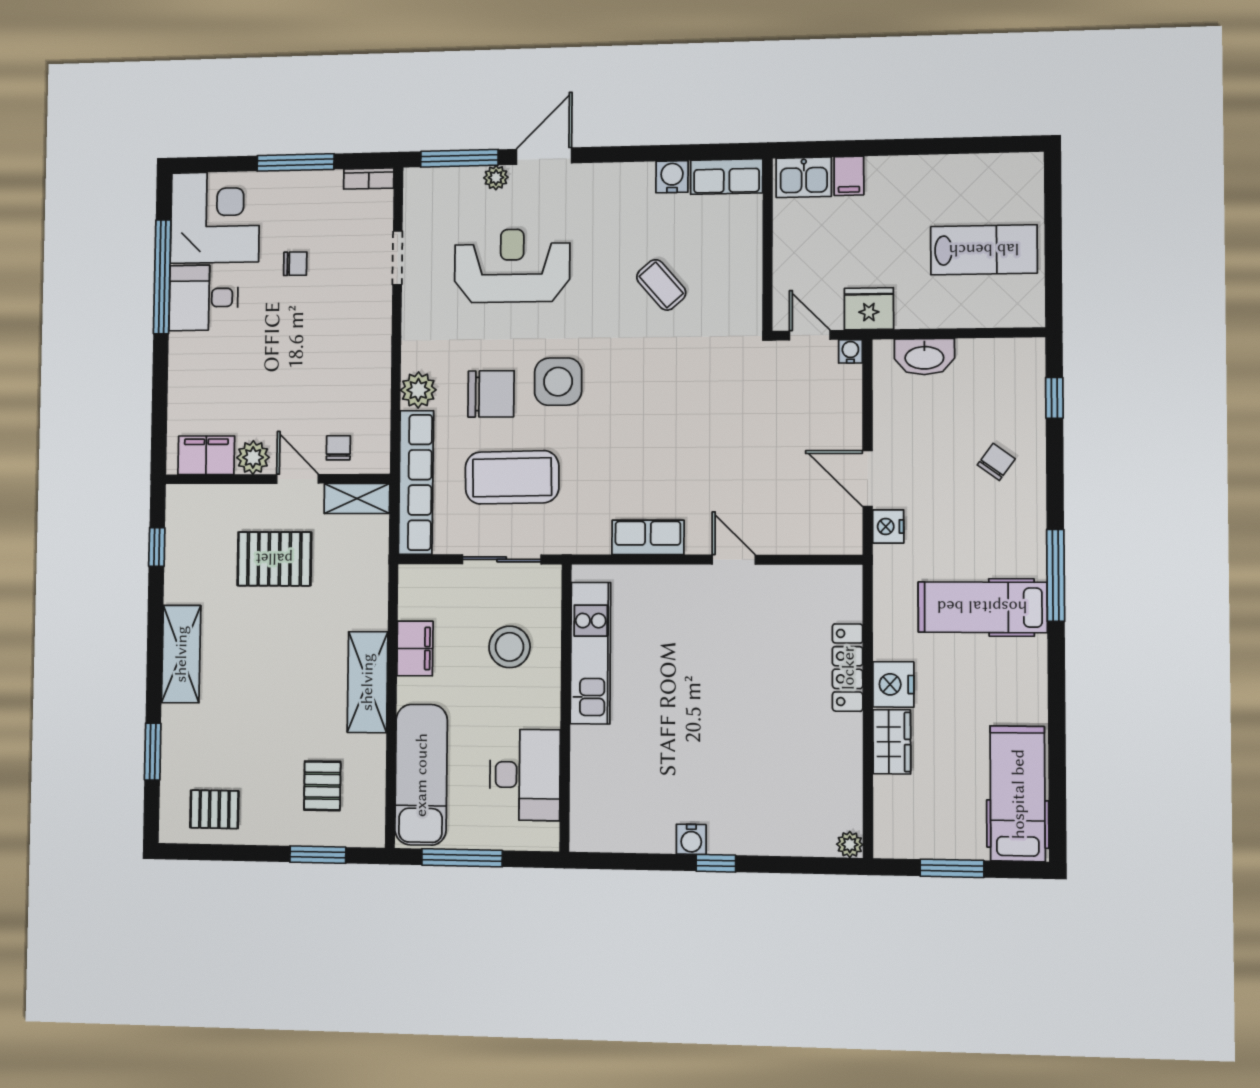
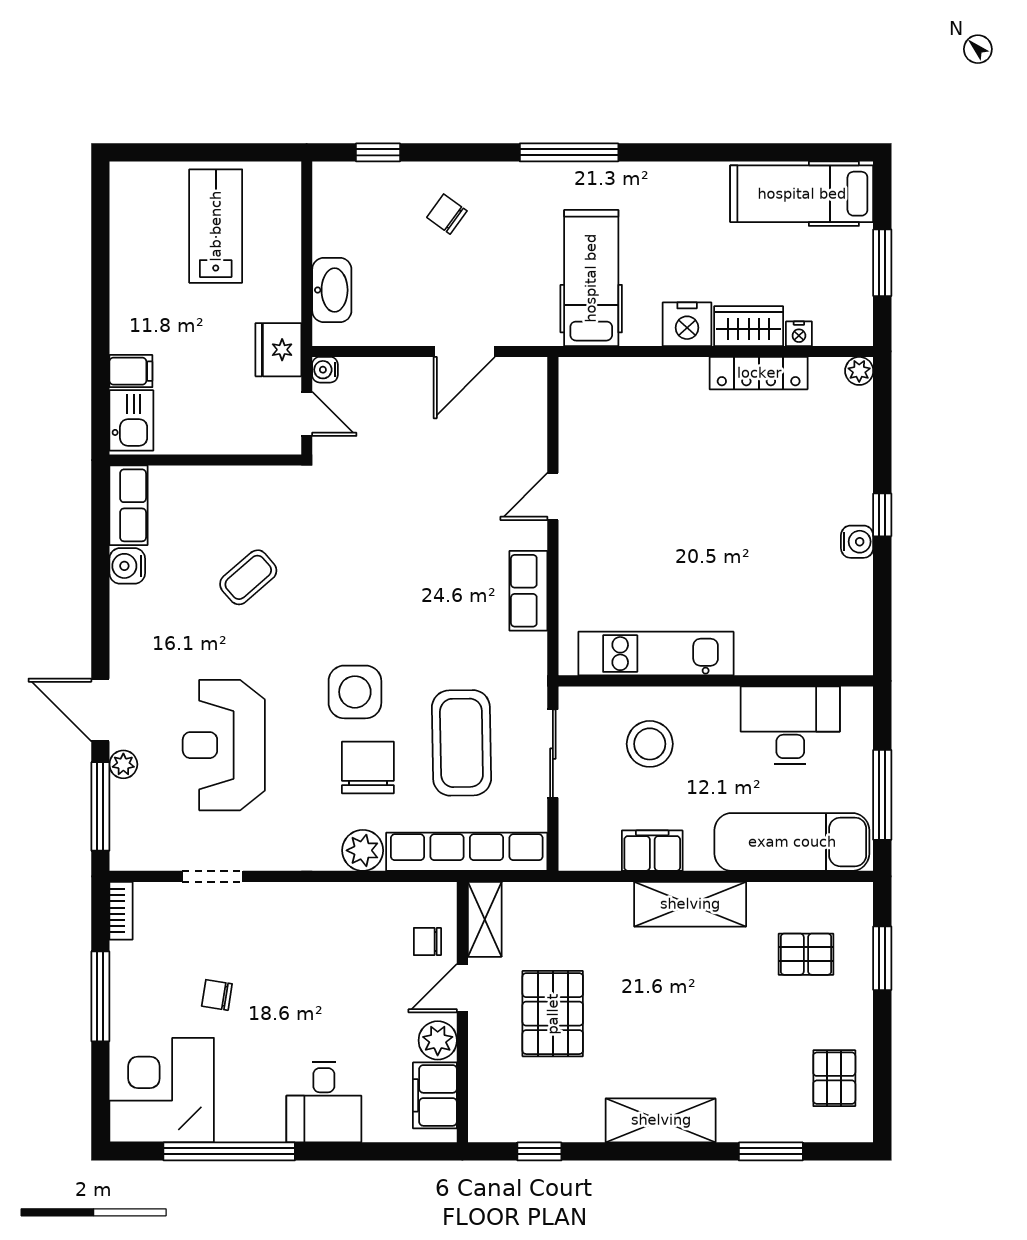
chair: (295, 264) -> (217, 995), turned -81
desk: (203, 298) -> (324, 1102), moved
door: (810, 335) -> (307, 414), swing flipped
nightstand: (888, 527) -> (799, 334), moved, width x0.72, depth x0.74
hospital bed: (982, 607) -> (591, 278), moved, turned 180
locker: (848, 668) -> (759, 373), moved

